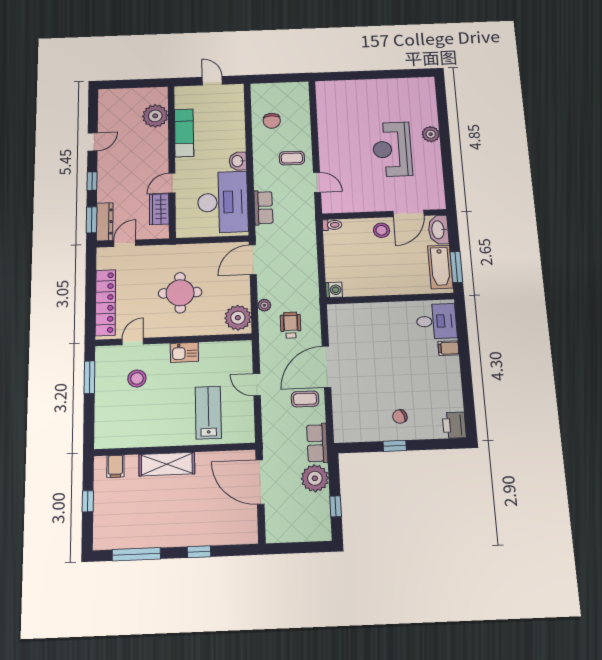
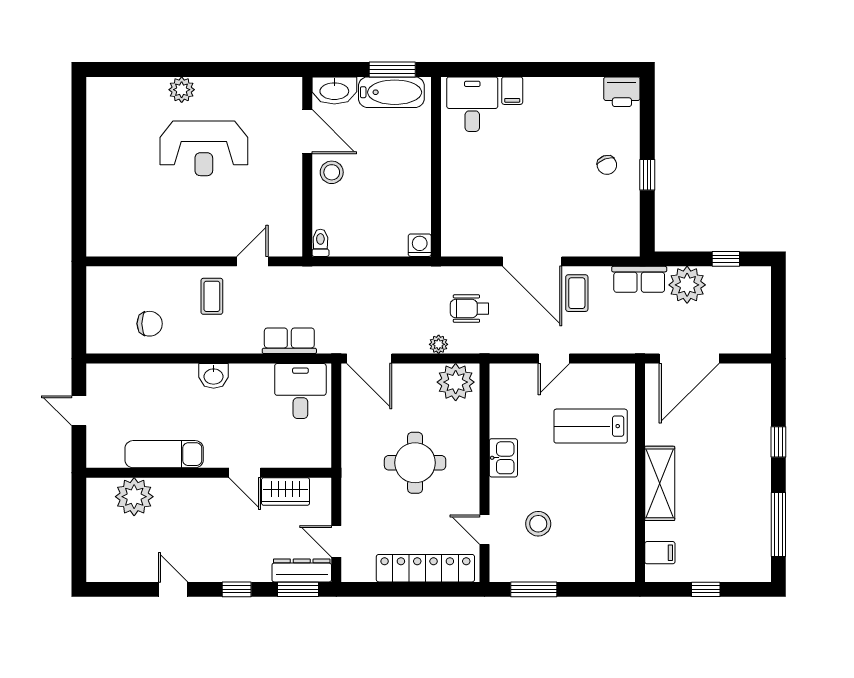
door: (212, 81) -> (79, 411), hinge flipped
desk: (223, 202) -> (300, 391), width x0.53, depth x0.77

